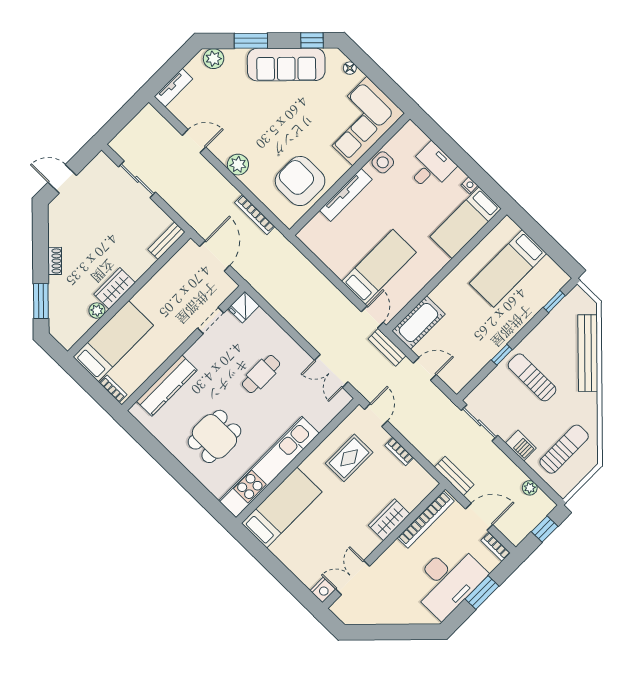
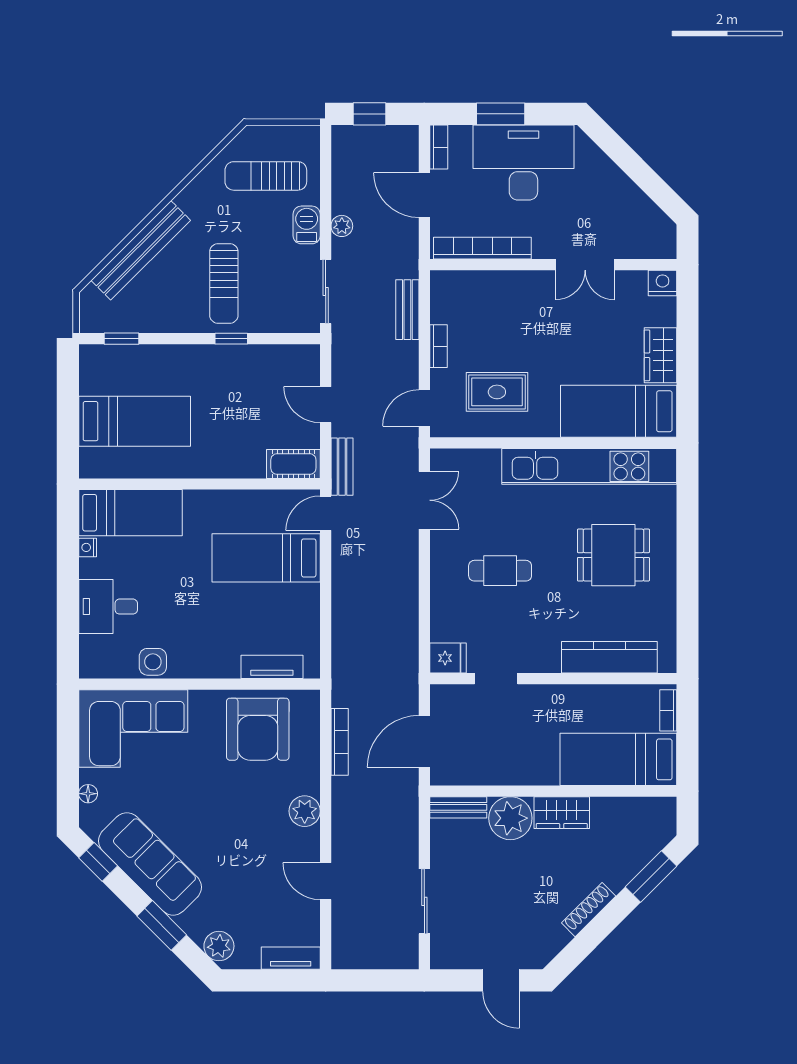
tv unit: (346, 195) -> (272, 667), moved, width x0.71
shoe rack: (55, 261) -> (589, 910), width x1.43
plant: (97, 311) -> (510, 818), moved, width x1.88, depth x1.88
cot: (418, 322) -> (293, 464), width x0.73, depth x0.75
bench: (454, 476) -> (407, 310), moved
plant: (530, 488) -> (342, 226), moved
wardrobe: (389, 520) -> (660, 355), moved, turned 90
double door: (353, 578) -> (585, 265), moved

